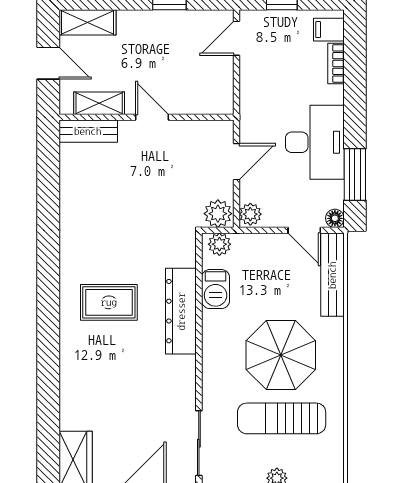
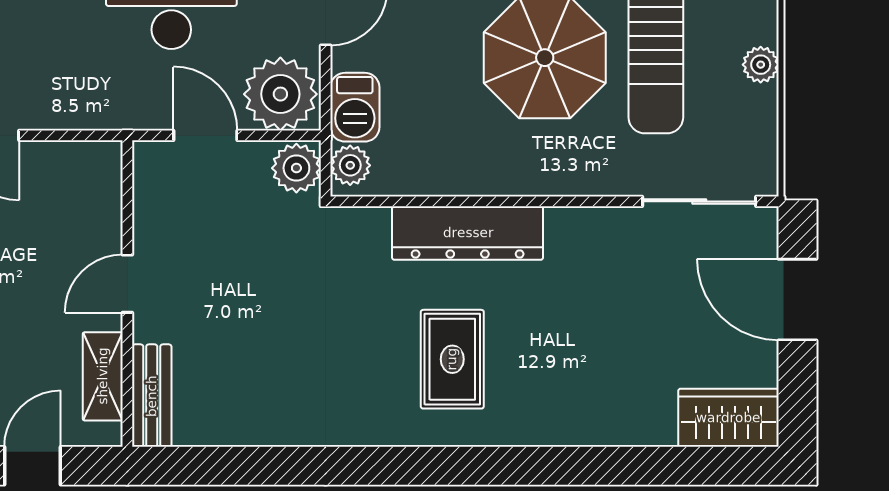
plant: (250, 214) -> (280, 94), width x1.87, depth x1.87
barbecue: (216, 289) -> (355, 107), moved, turned 90

